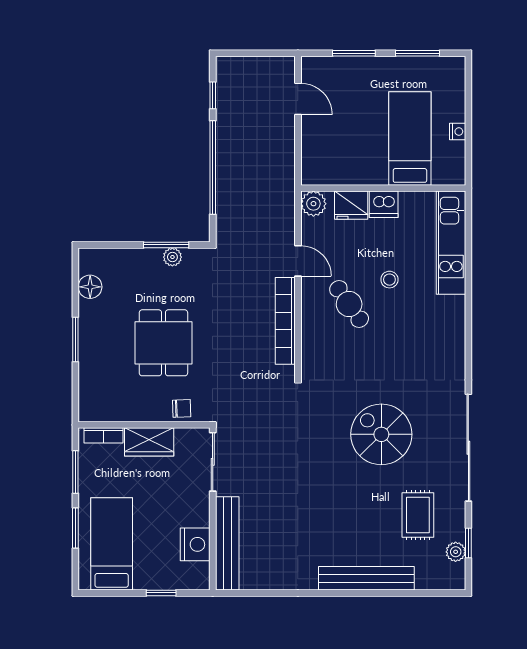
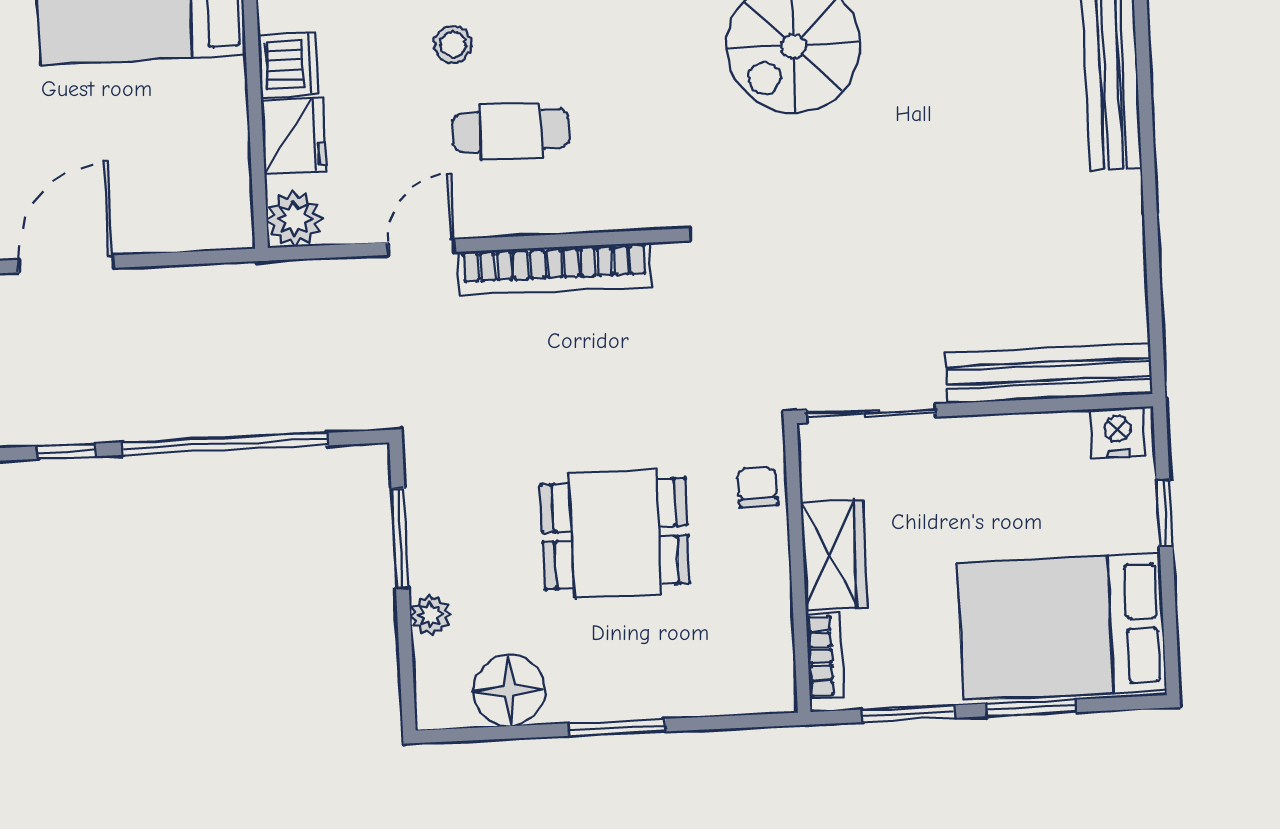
door: (298, 99) -> (66, 264), width x1.37
plant: (172, 257) -> (430, 615), moved
floor lamp: (90, 287) -> (509, 691), width x1.38, depth x1.38
cafe table: (349, 304) -> (511, 130), turned 35
bed: (112, 544) -> (1062, 627), width x1.50
nightstand: (195, 544) -> (1118, 433), moved, width x0.74, depth x0.75

